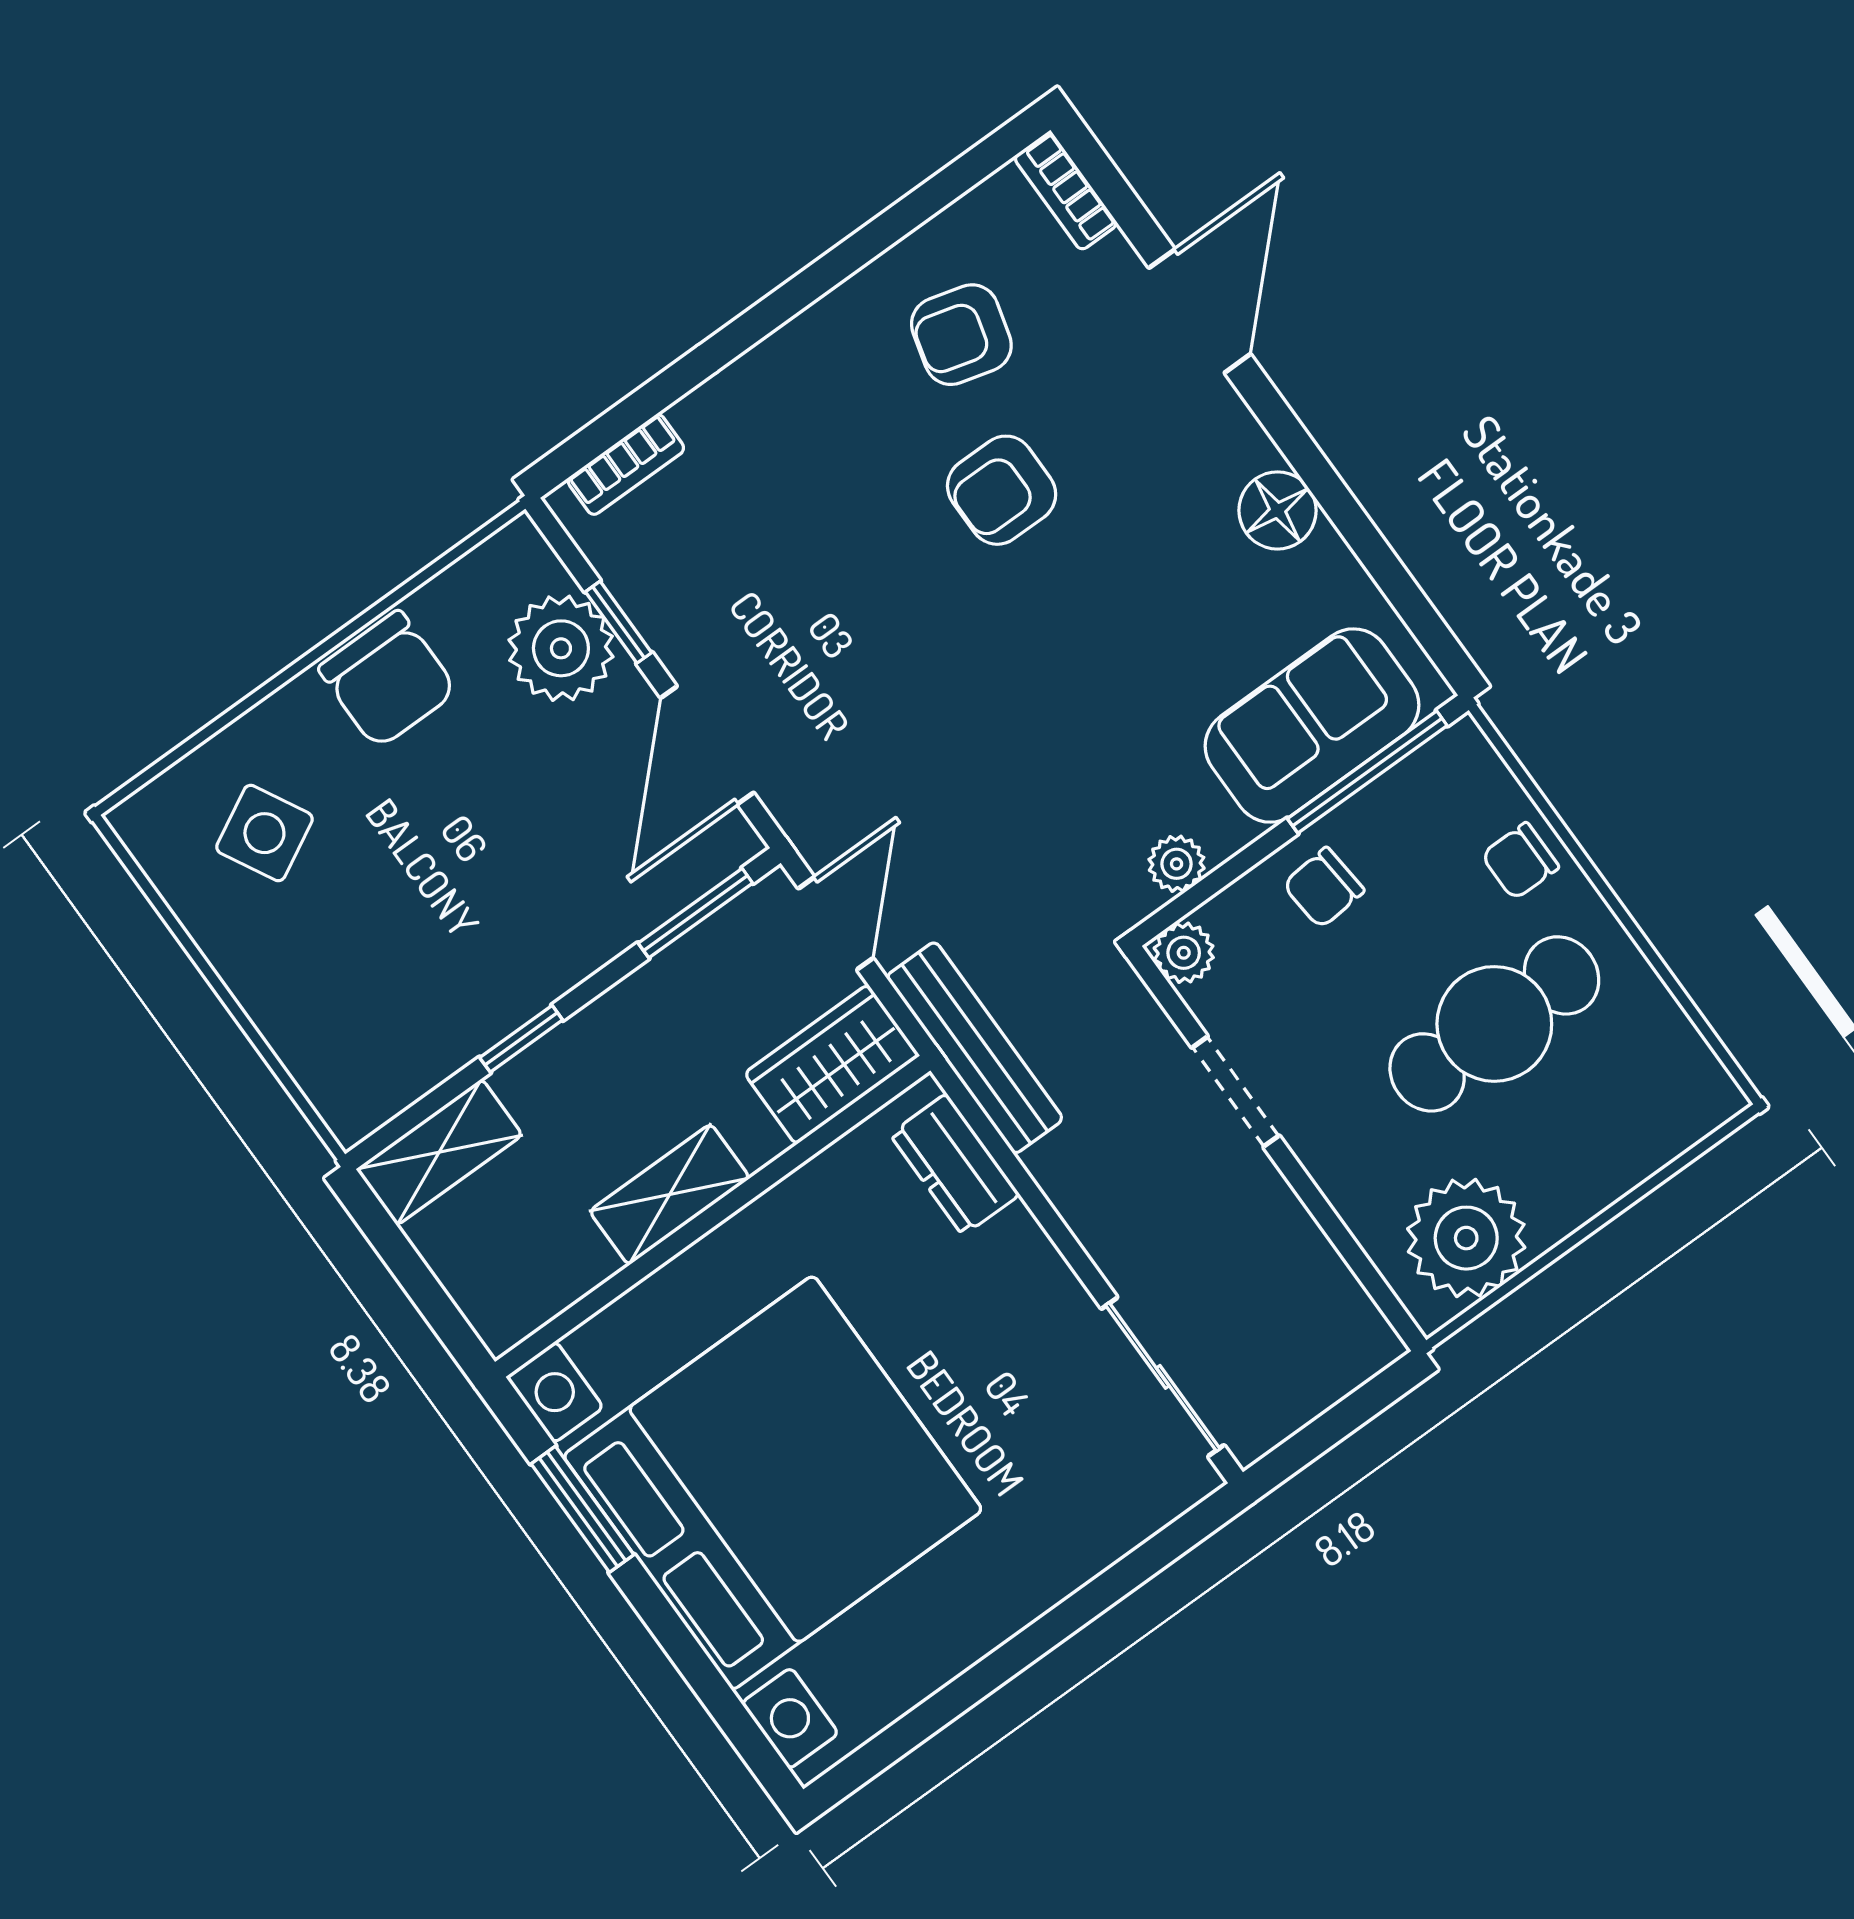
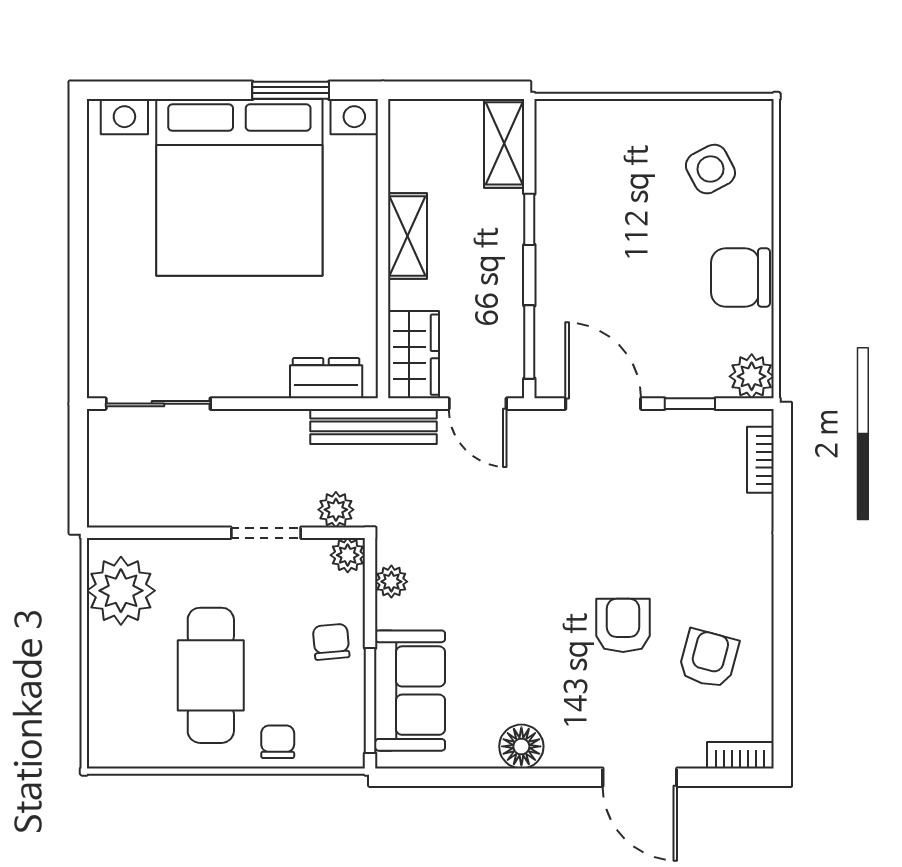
plant: (561, 648) -> (752, 376), moved, width x0.73, depth x0.73
plant: (1131, 1016) -> (336, 510), added

